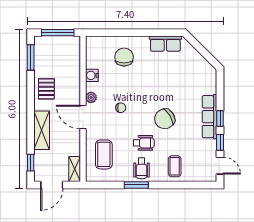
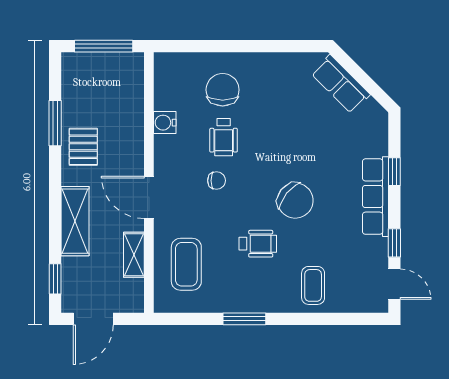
row of seats: (165, 44) -> (341, 84), moved, turned 45
window: (31, 57) -> (55, 123), moved
plant: (91, 97) -> (163, 162), removed
chair: (165, 119) -> (295, 201), turned -110
window: (220, 119) -> (394, 172), moved
wheelchair: (141, 168) -> (224, 137), moved
shelving: (75, 169) -> (134, 255), moved

